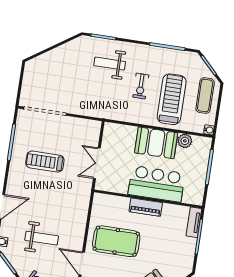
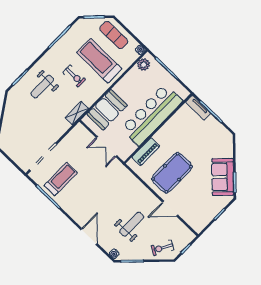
shelving: (108, 113) -> (77, 113), added
plant: (185, 141) -> (144, 65), moved
booth: (156, 143) -> (107, 110), moved
treadmill: (45, 162) -> (61, 179), moved, turned 180
bar counter: (156, 184) -> (152, 115), width x1.36
piano: (146, 207) -> (146, 152), moved

